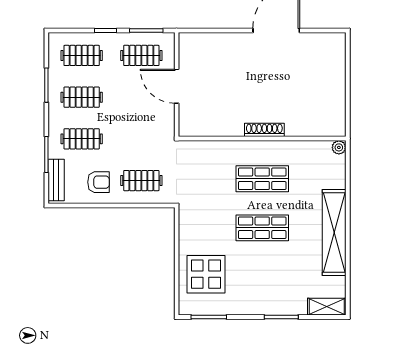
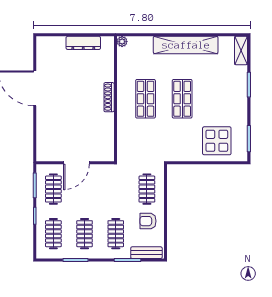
dresser: (337, 95) -> (83, 43), added
armchair: (99, 182) -> (148, 221), turned -90

